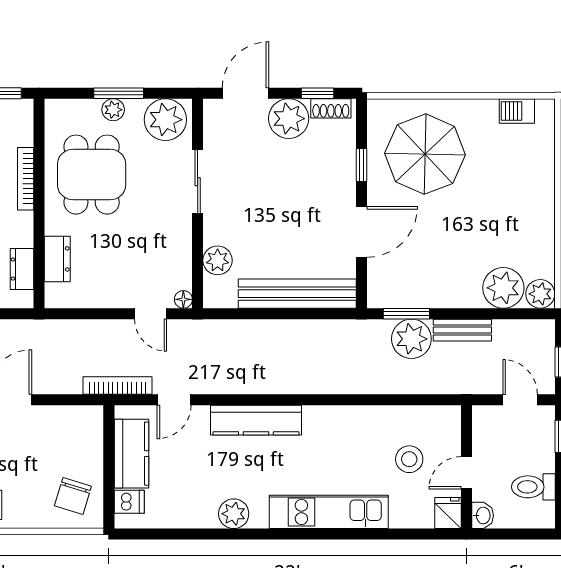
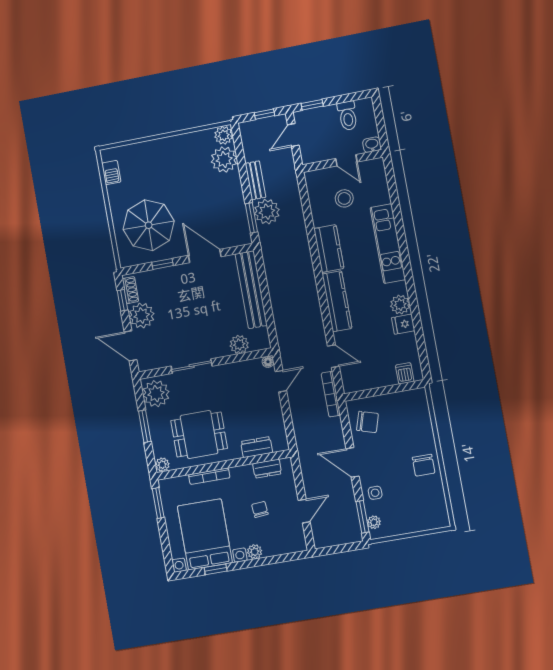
plant: (113, 110) -> (162, 465), moved
kitchen counter: (132, 454) -> (329, 249), moved, turned 90
chair: (73, 496) -> (367, 422), moved
fridge: (448, 513) -> (403, 324), moved

